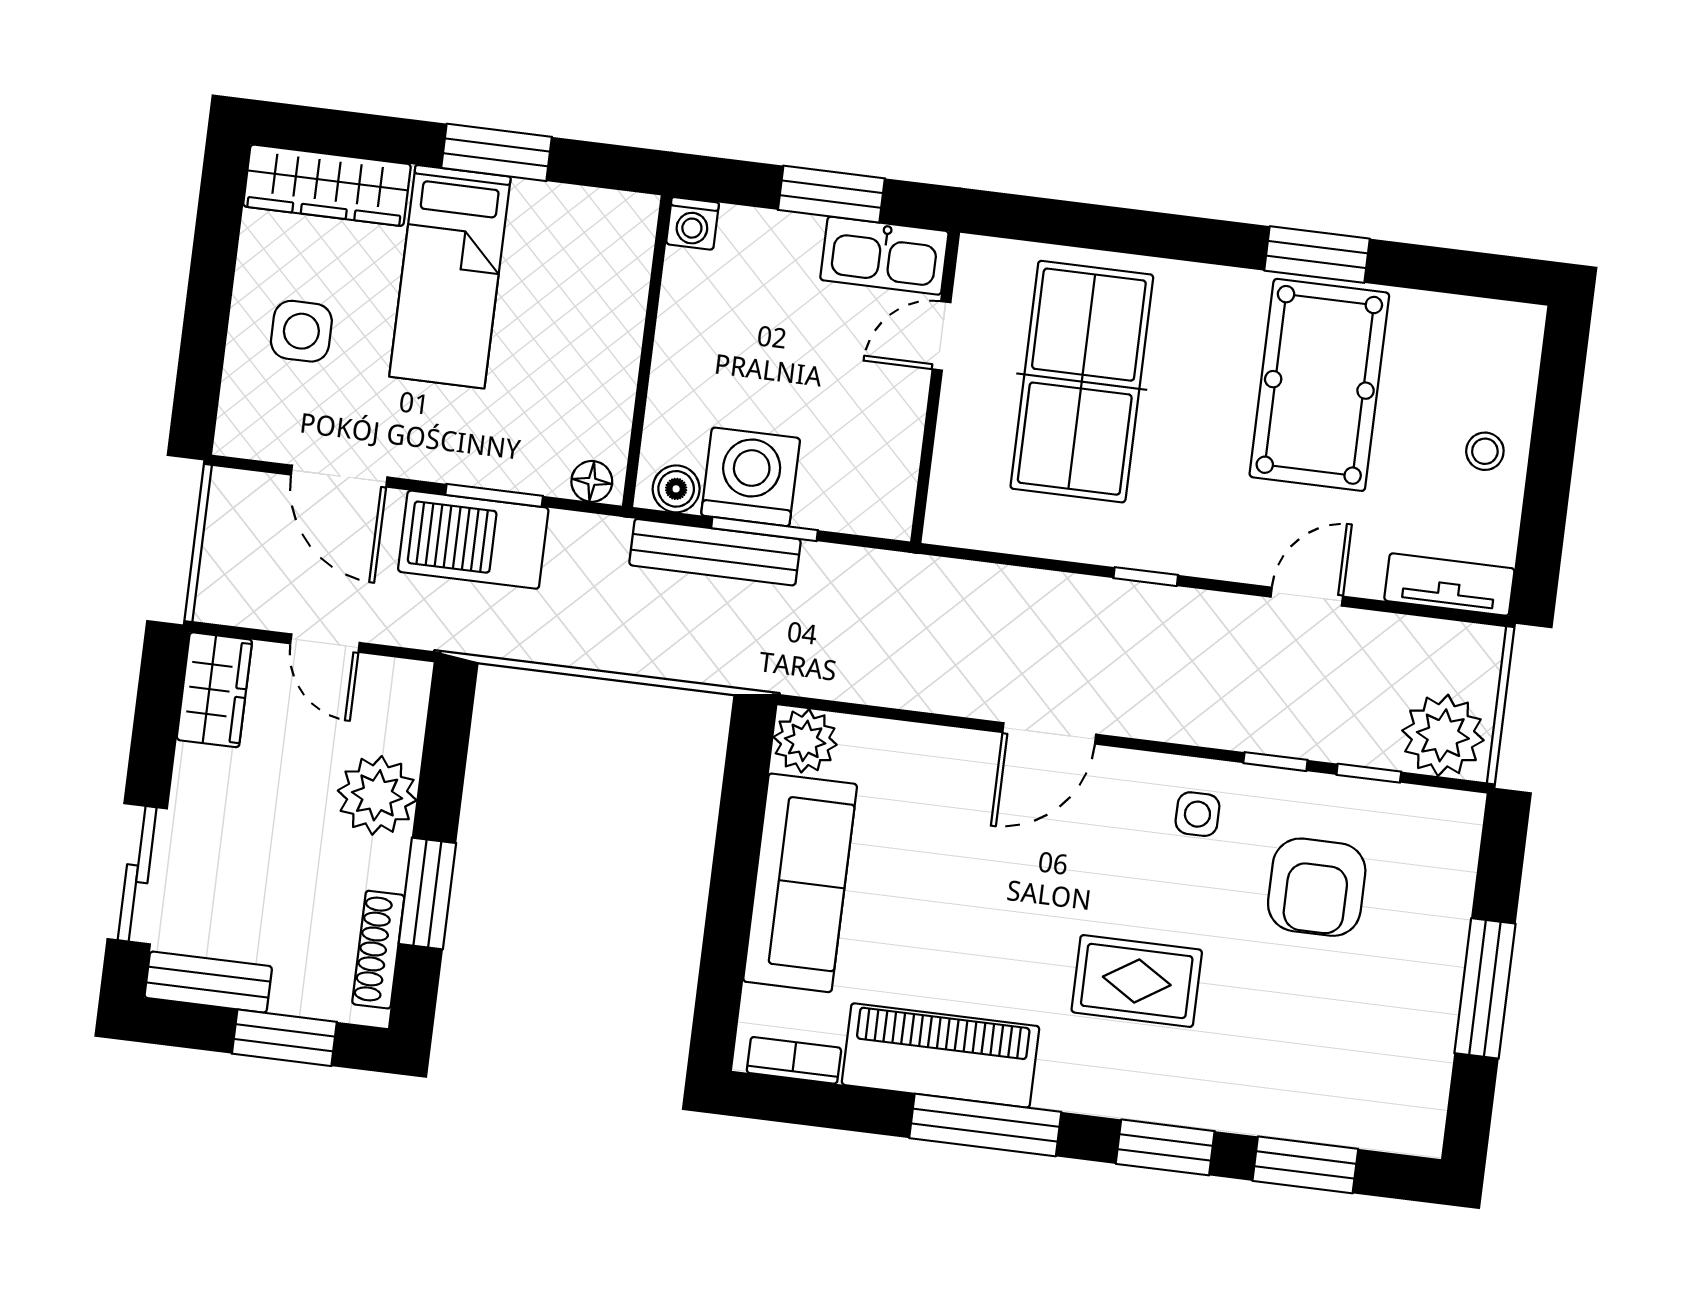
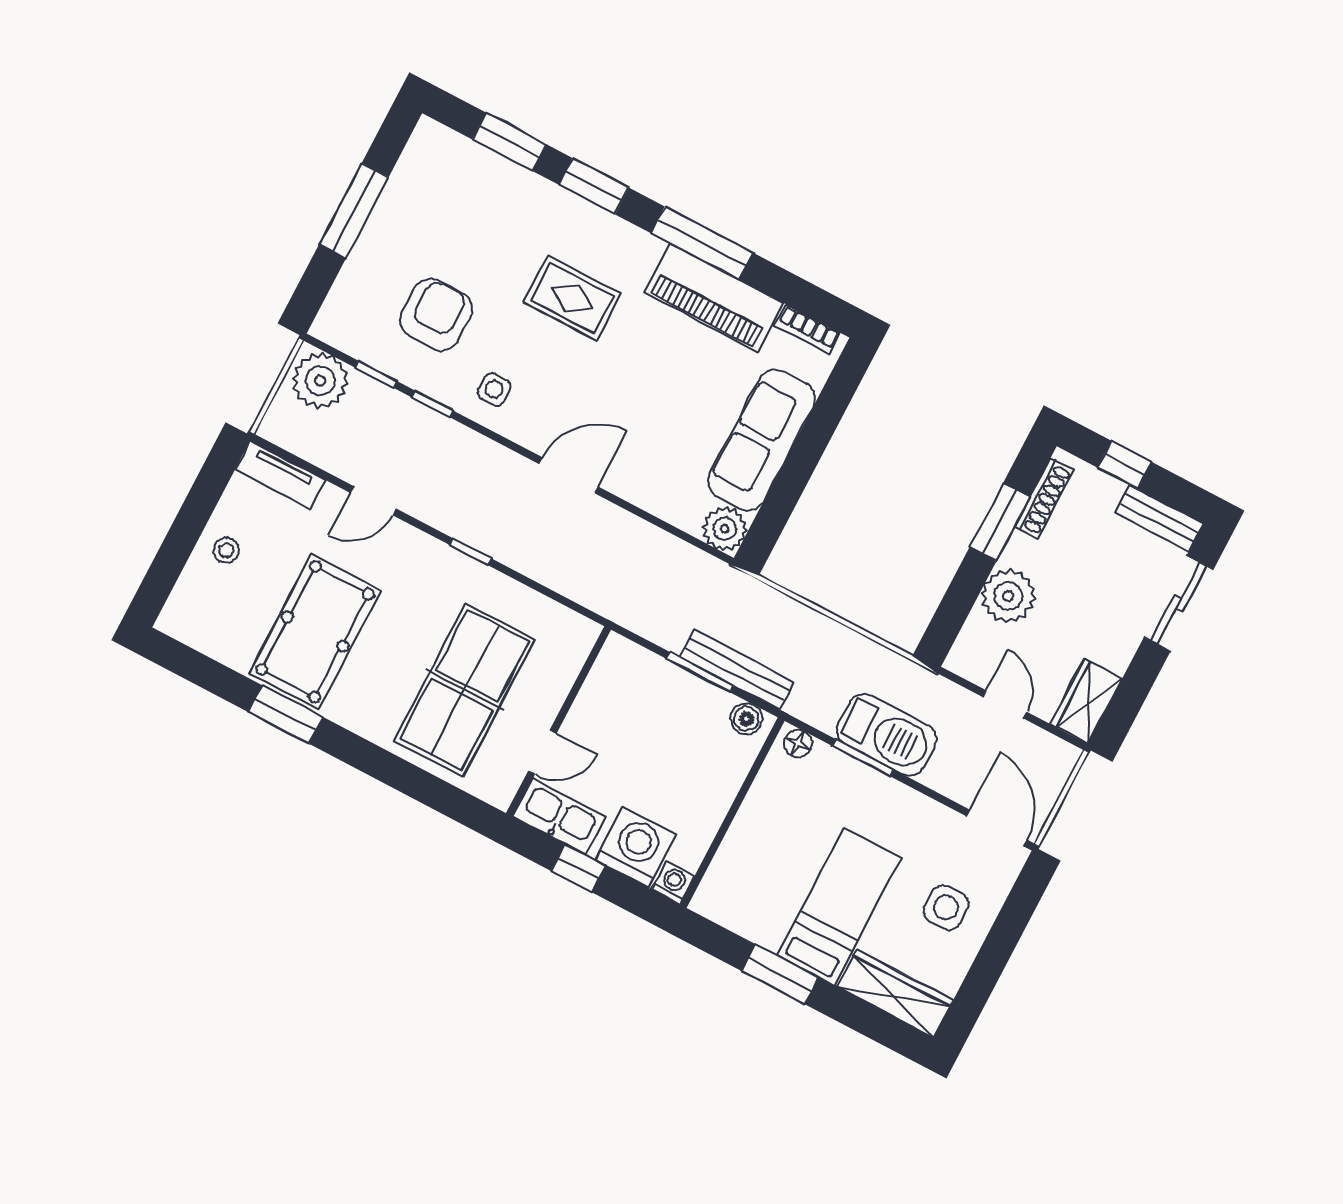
window: (831, 194) -> (578, 868), width x0.67
door: (339, 476) -> (997, 828), moved
washing machine: (751, 477) -> (636, 847), moved, turned 180
window: (284, 1038) -> (1125, 465), width x0.67

